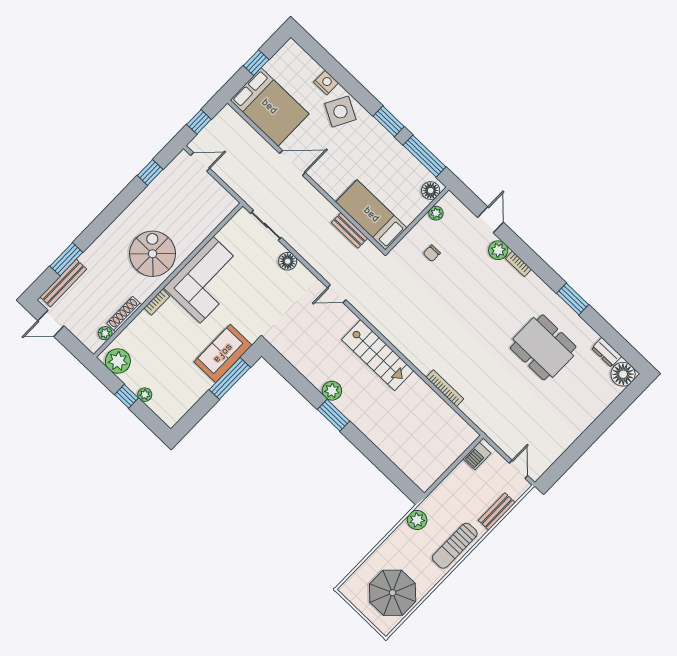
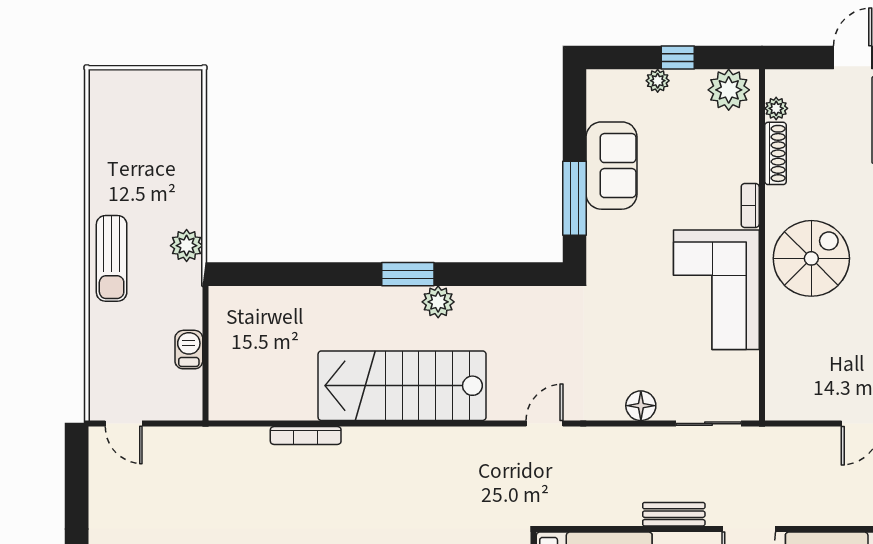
bench: (349, 230) -> (674, 514), moved
spiral stairs: (153, 254) -> (811, 258), turned -90
sofa: (223, 353) -> (612, 166), moved
stairs: (378, 355) -> (402, 386), width x1.36, depth x1.51
barbecue: (477, 456) -> (189, 350), moved
bench: (497, 512) -> (101, 348), removed
sun lounger: (455, 546) -> (112, 258), turned 180
parasol: (393, 593) -> (132, 130), removed

